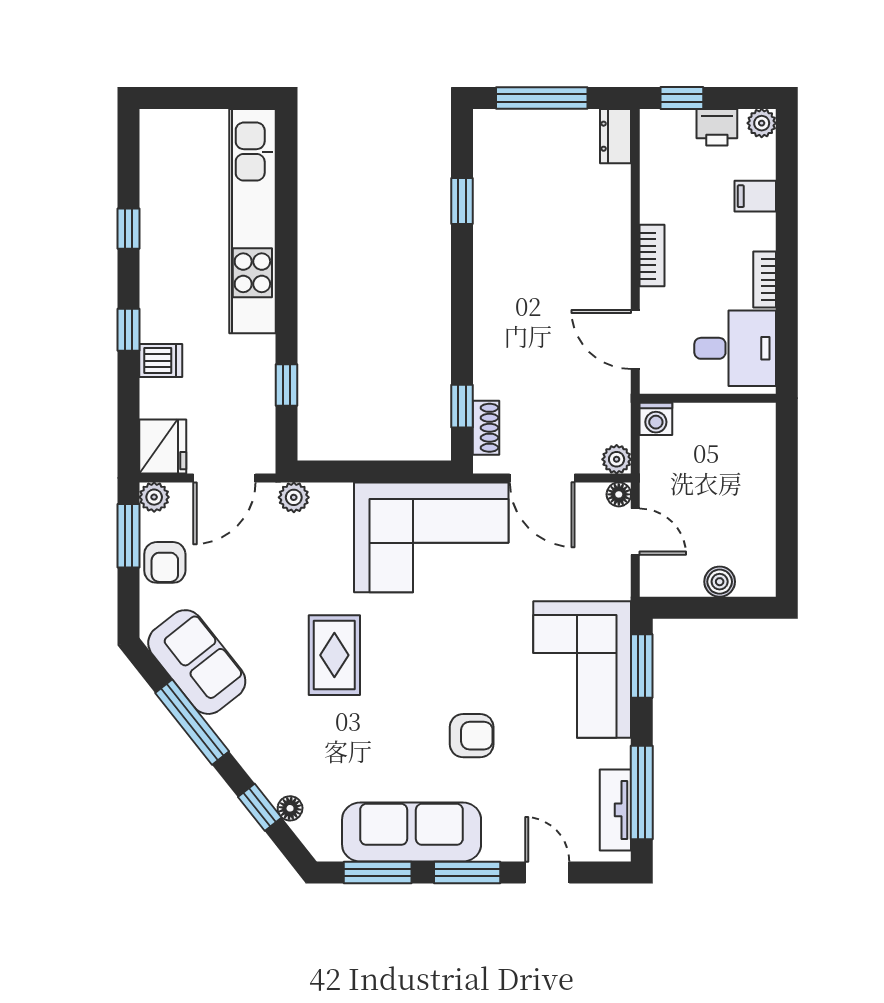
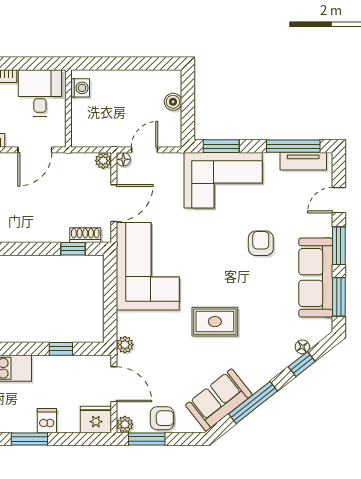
window: (128, 330) -> (29, 439), width x1.50
washing machine: (656, 419) -> (80, 88), moved

